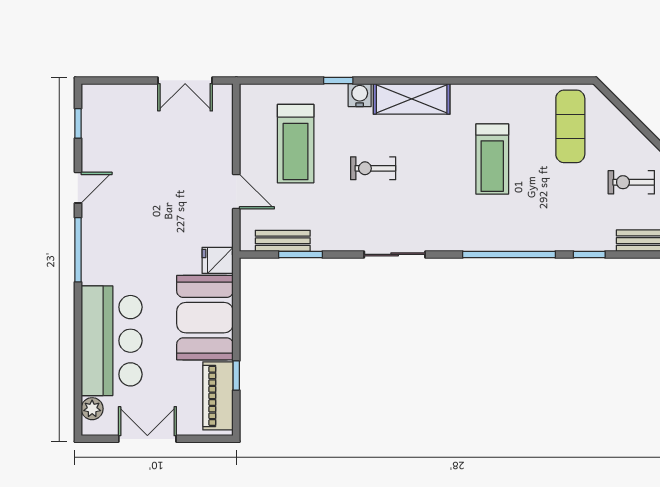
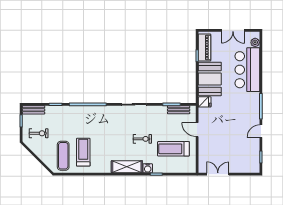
treadmill: (296, 144) -> (173, 149), turned -90
treadmill: (492, 159) -> (83, 152), moved

